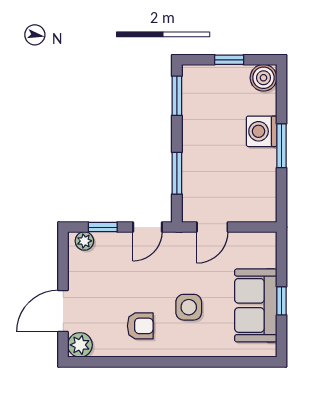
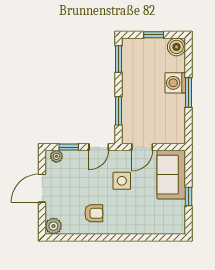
sofa: (256, 305) -> (171, 175), moved
side table: (189, 307) -> (122, 181), moved
door: (63, 311) -> (42, 188), moved

